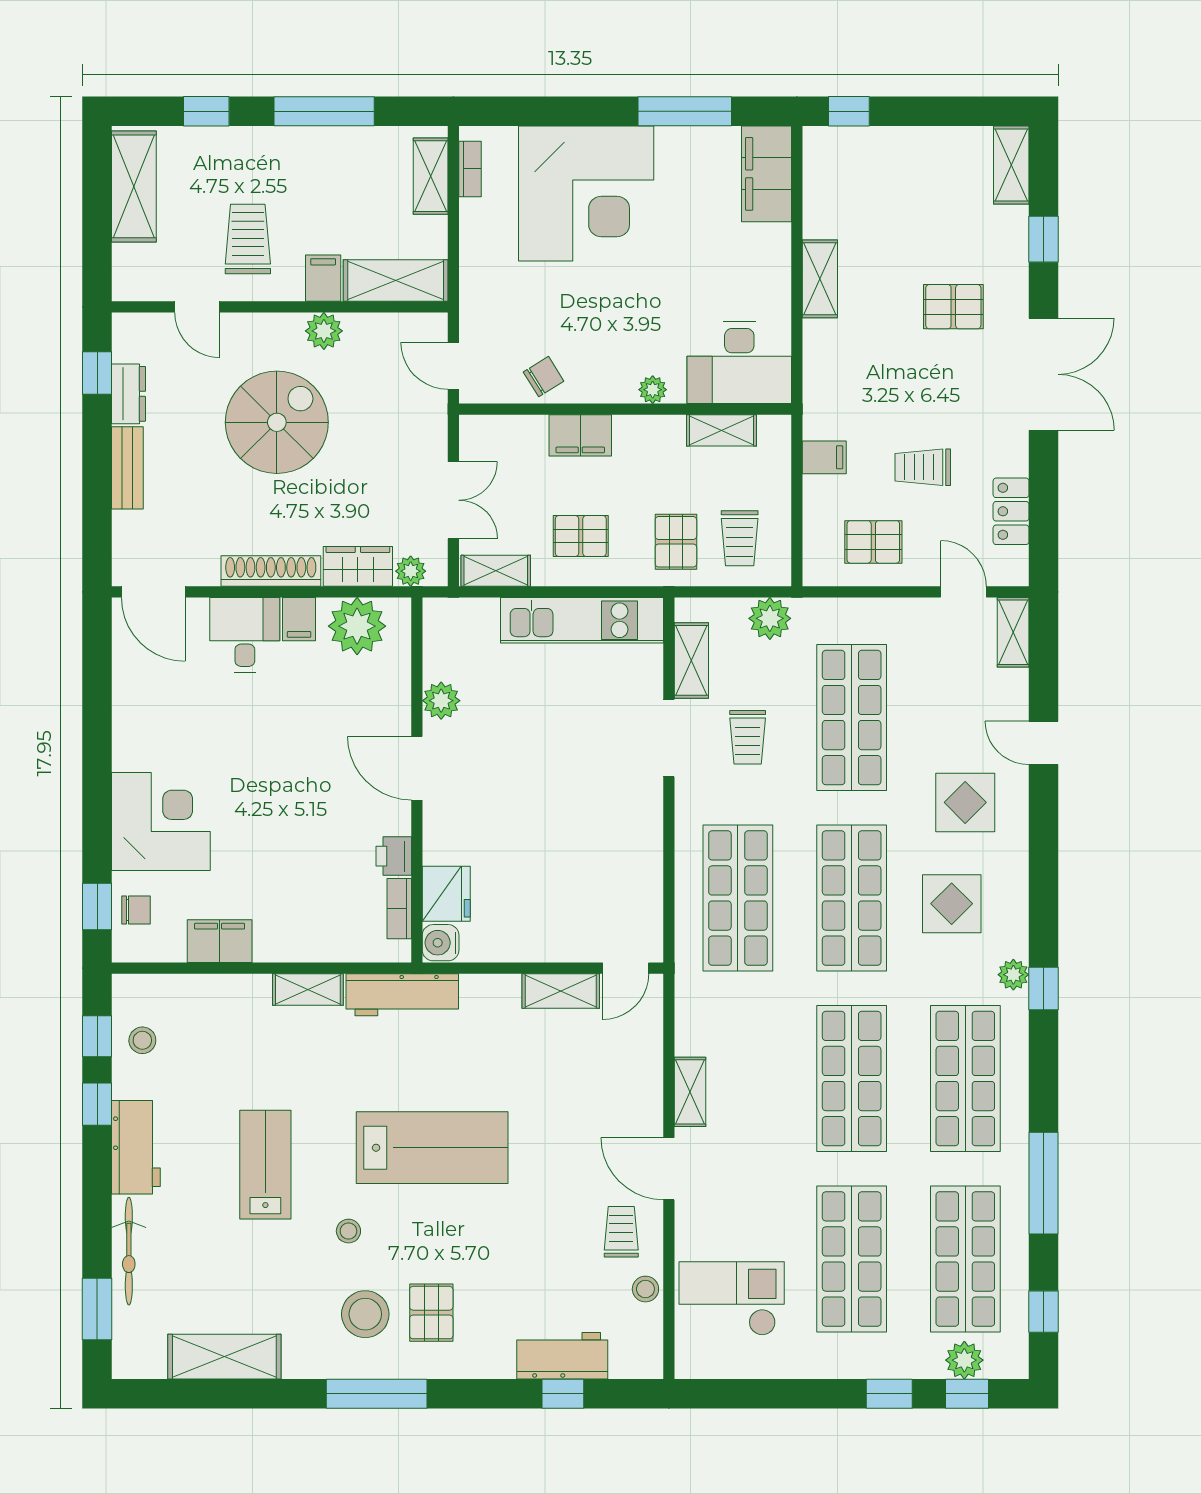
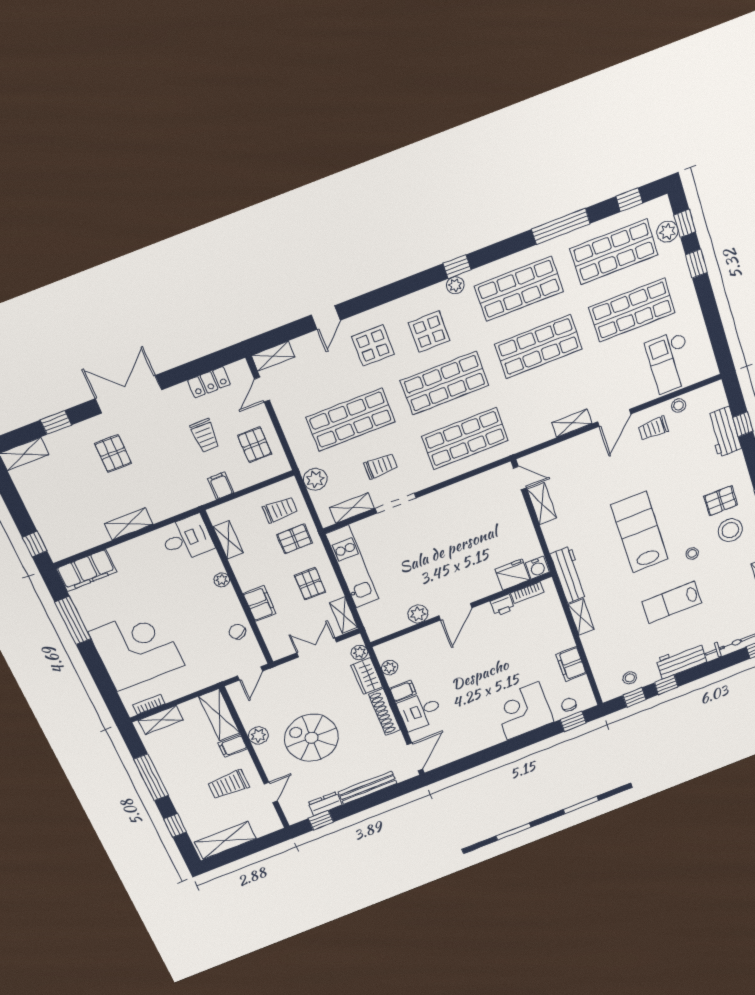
desk: (739, 363) -> (187, 538), width x0.73
bench: (127, 468) -> (368, 788), width x1.36
plant: (357, 626) -> (390, 668), width x0.53, depth x0.53

